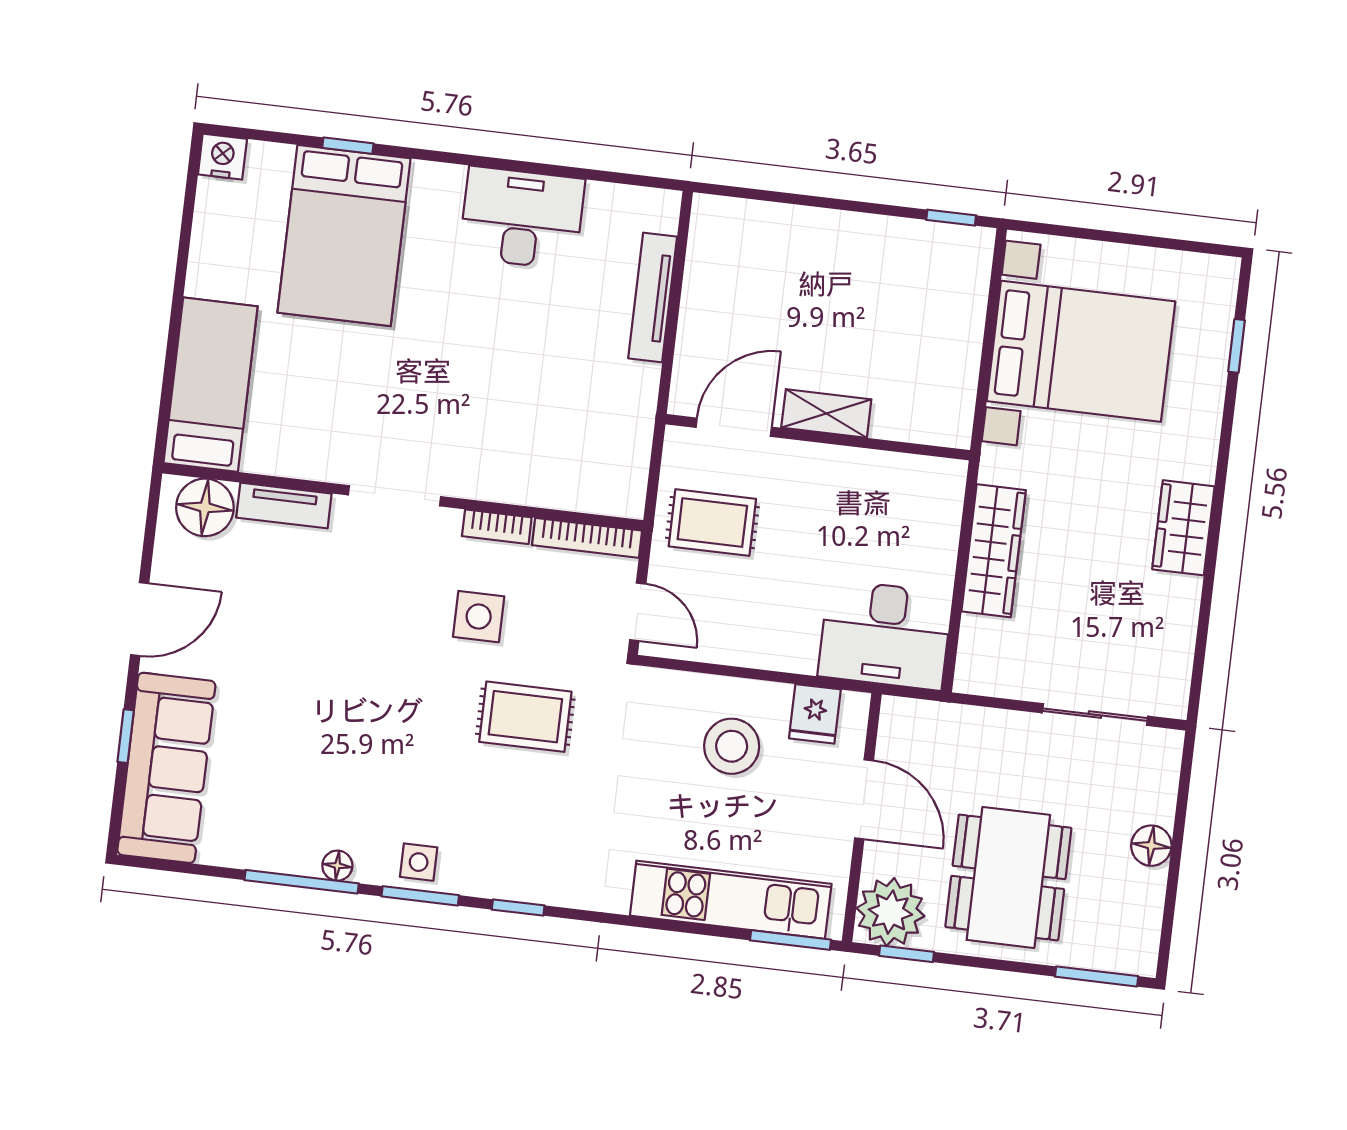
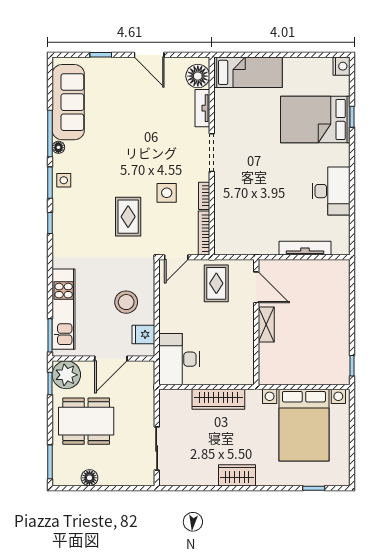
sofa: (166, 768) -> (68, 102), moved, turned -90
floor lamp: (1151, 846) -> (89, 478), moved

